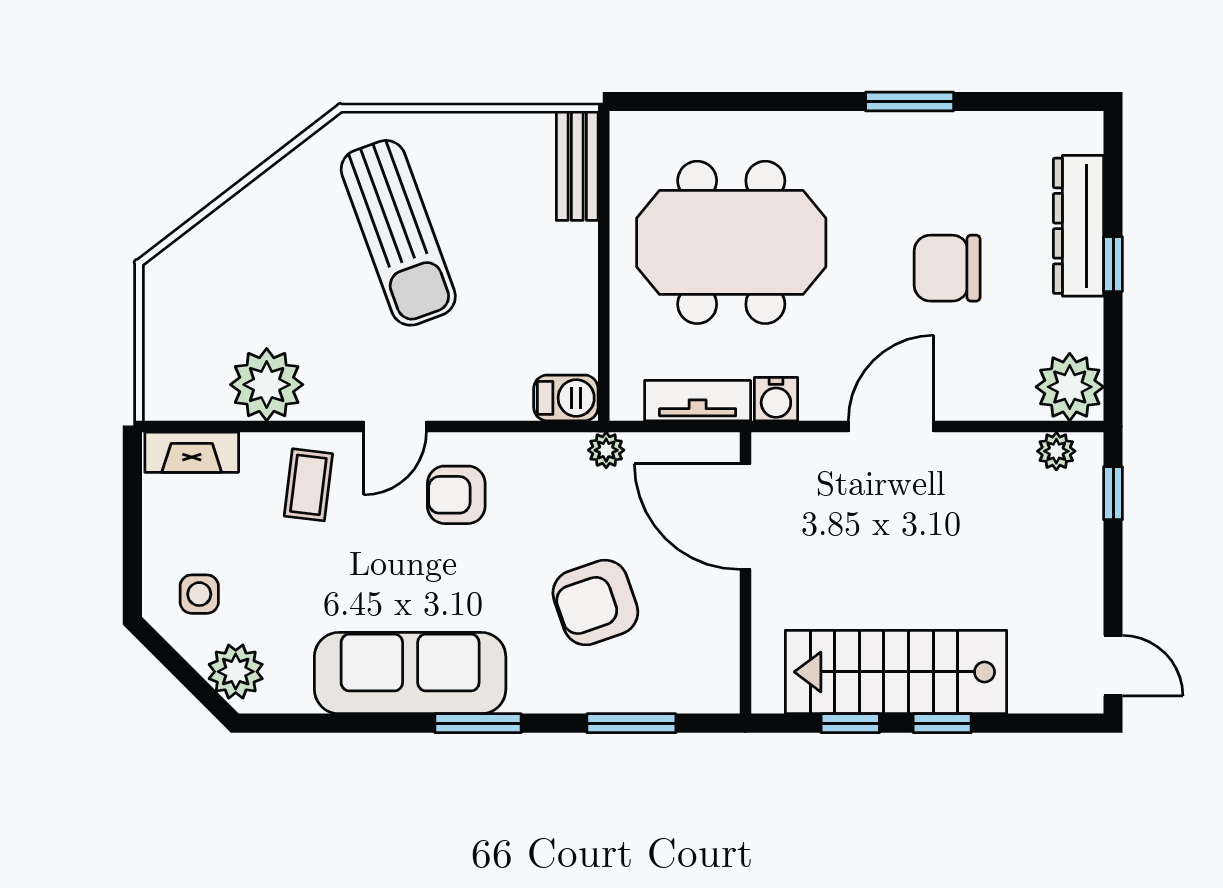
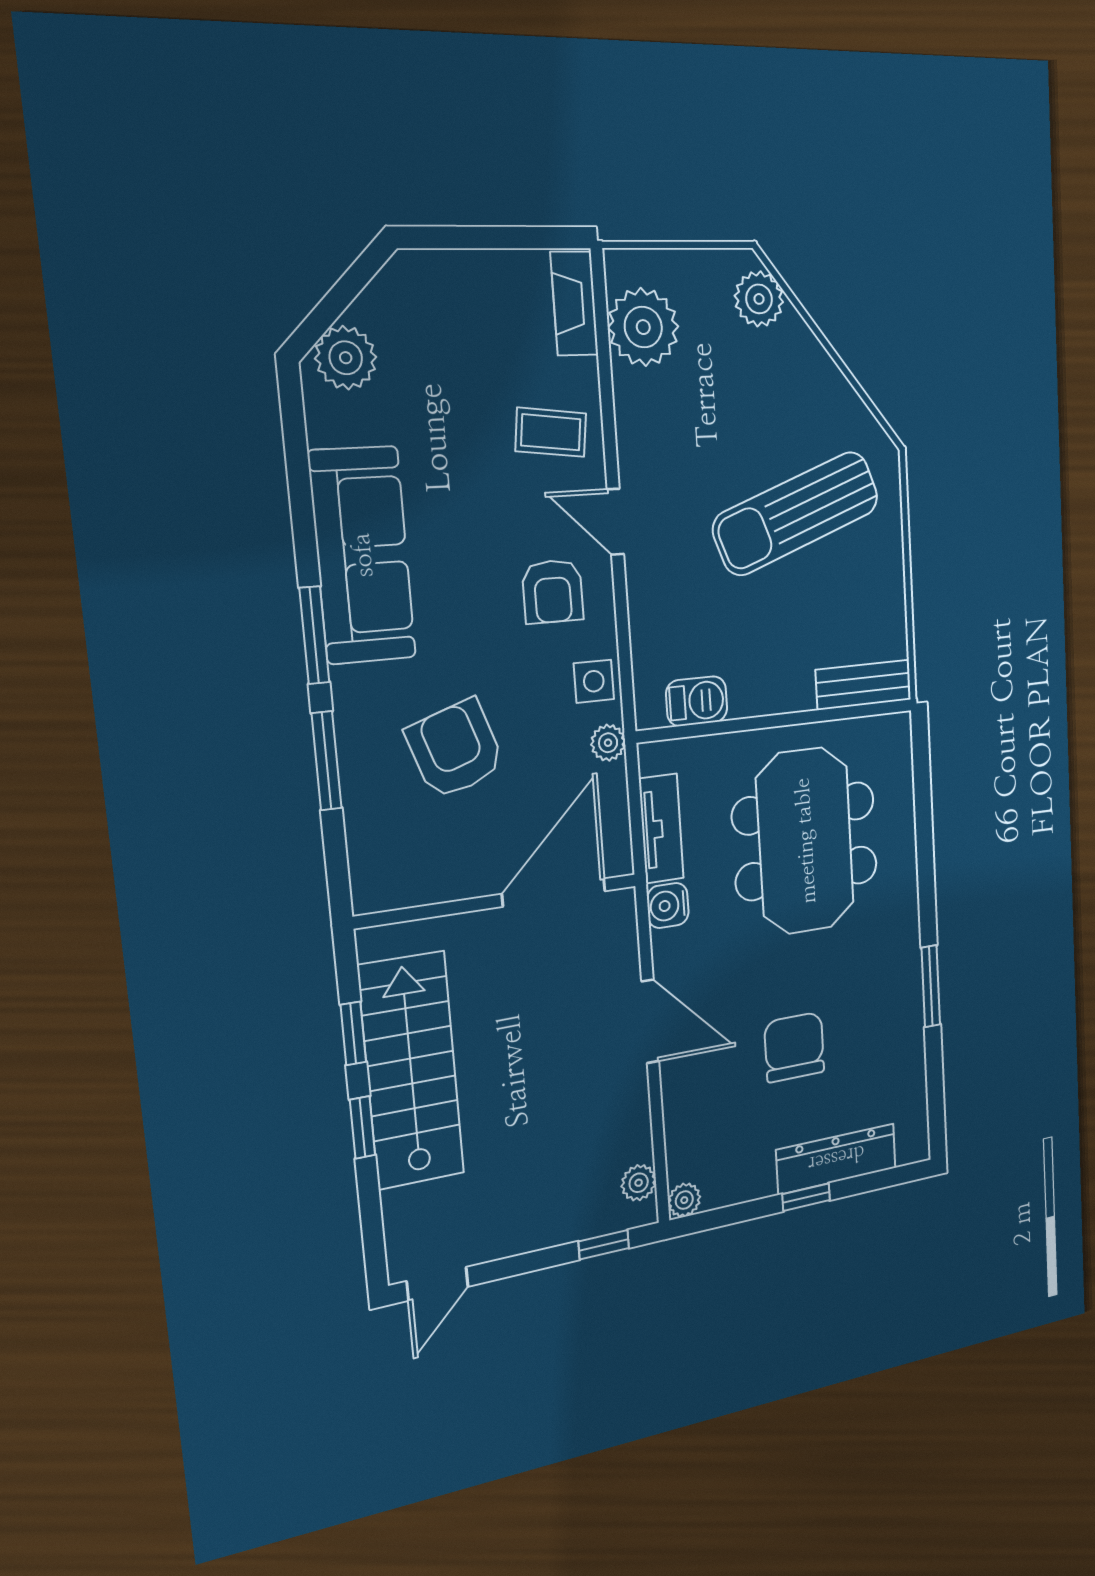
plant: (190, 261) -> (759, 299), added
plant: (267, 385) -> (643, 327), moved
plant: (1070, 387) -> (684, 1200), width x0.53, depth x0.53
barbecue: (566, 398) -> (697, 701), moved, turned -90
armchair: (456, 495) -> (553, 591), turned 180
side table: (199, 594) -> (594, 681), moved
window: (631, 723) -> (327, 761), moved

